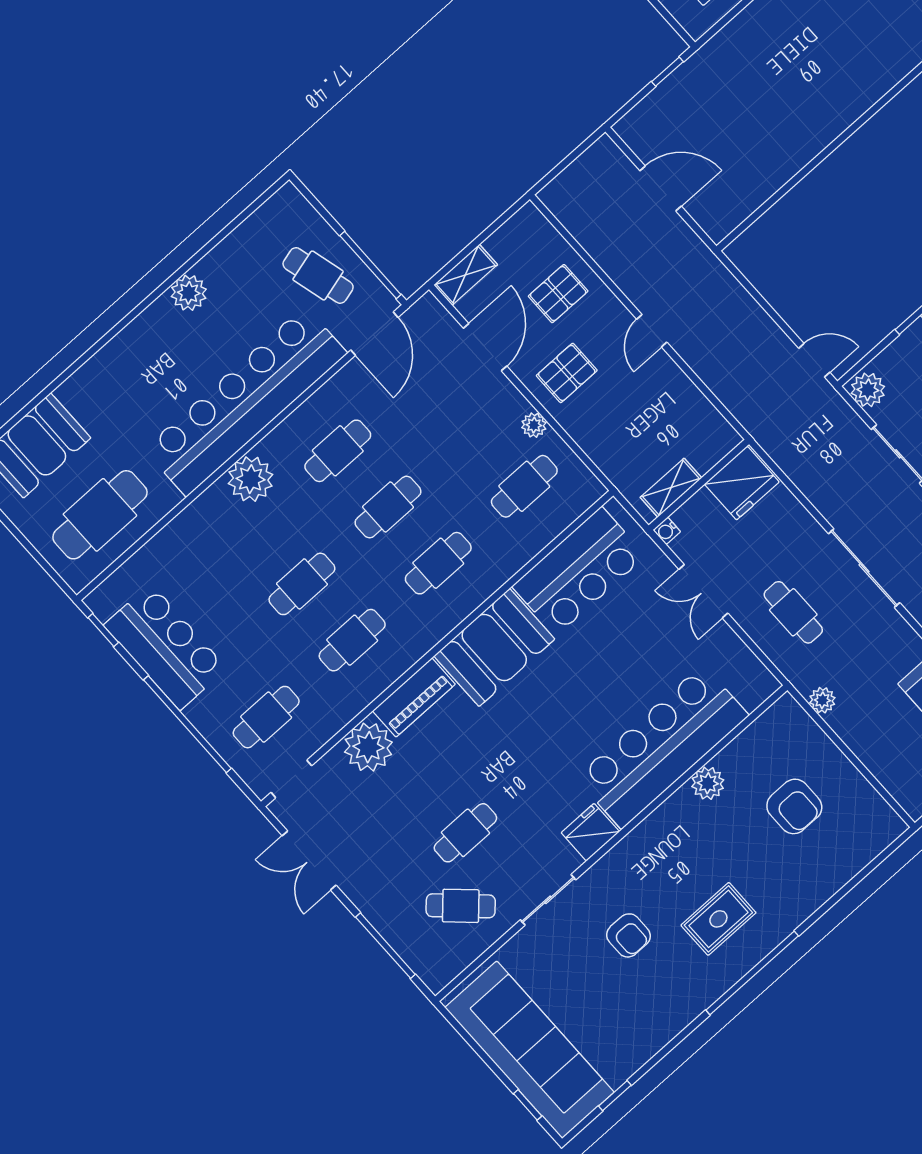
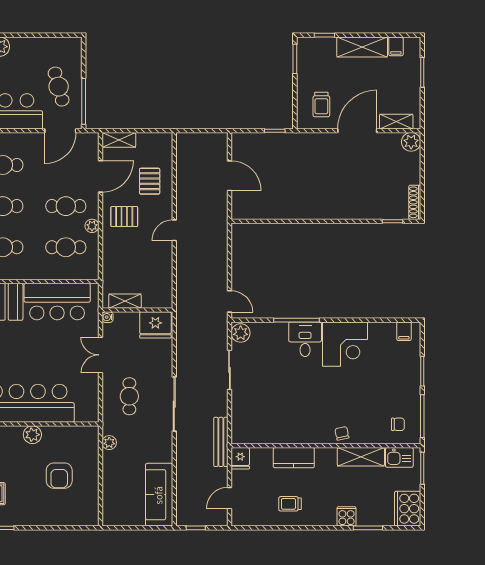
pallet: (558, 294) -> (150, 181), turned 90
cafe table: (474, 430) -> (66, 206), added

